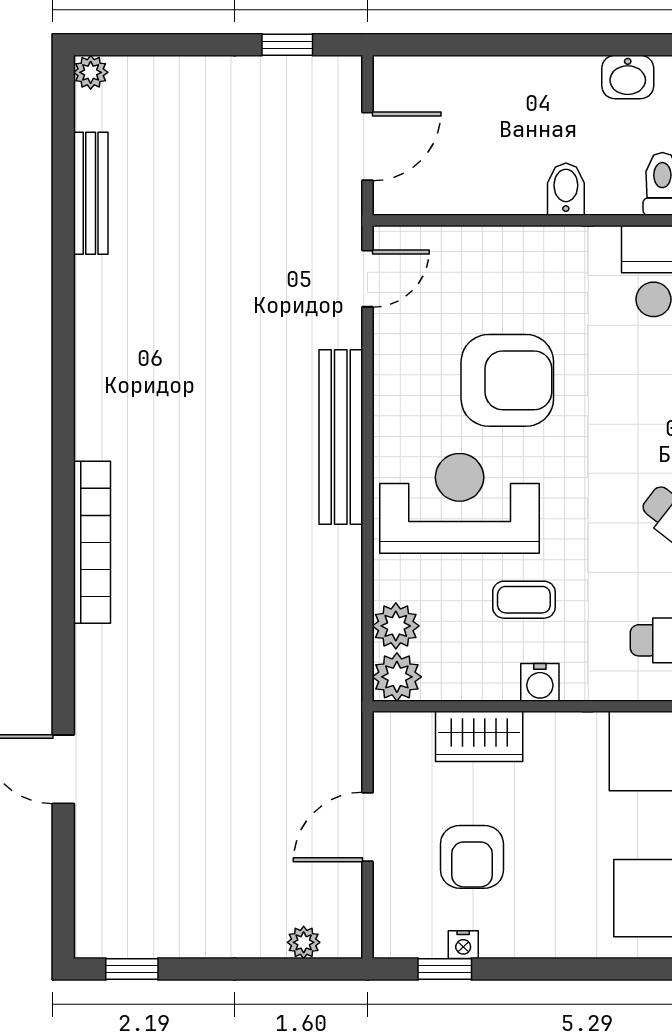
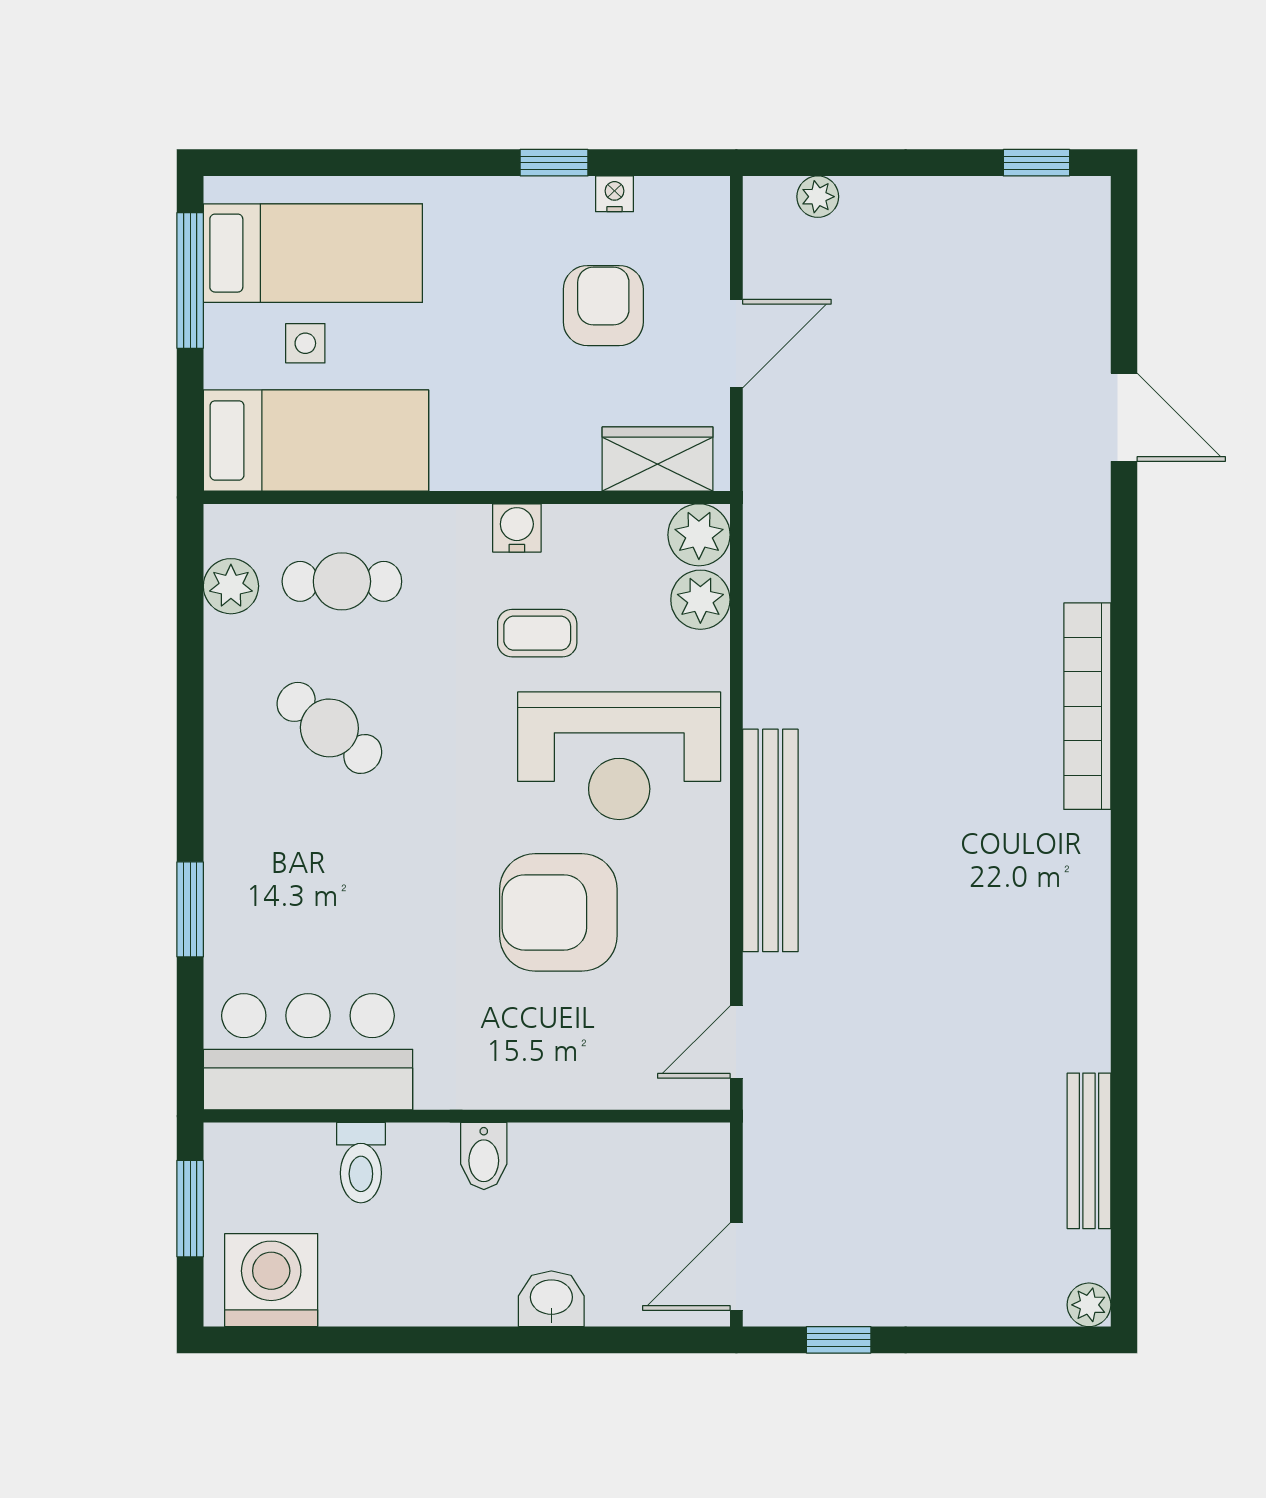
washbasin: (628, 77) -> (551, 1299), moved
door: (368, 146) -> (736, 1267), moved
wardrobe: (479, 736) -> (658, 459), moved
window: (445, 969) -> (554, 163), moved

